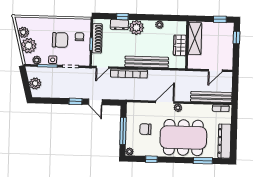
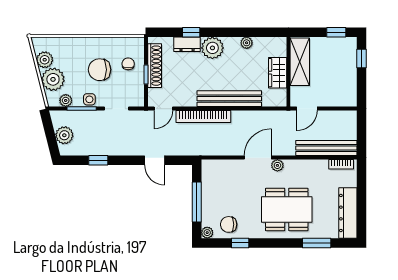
chair: (60, 40) -> (100, 70), turned 180
door: (215, 70) -> (307, 109), moved
window: (76, 101) -> (98, 160), moved
chair: (145, 129) -> (229, 224), moved
dining table: (183, 138) -> (287, 209), width x0.73, depth x0.80

